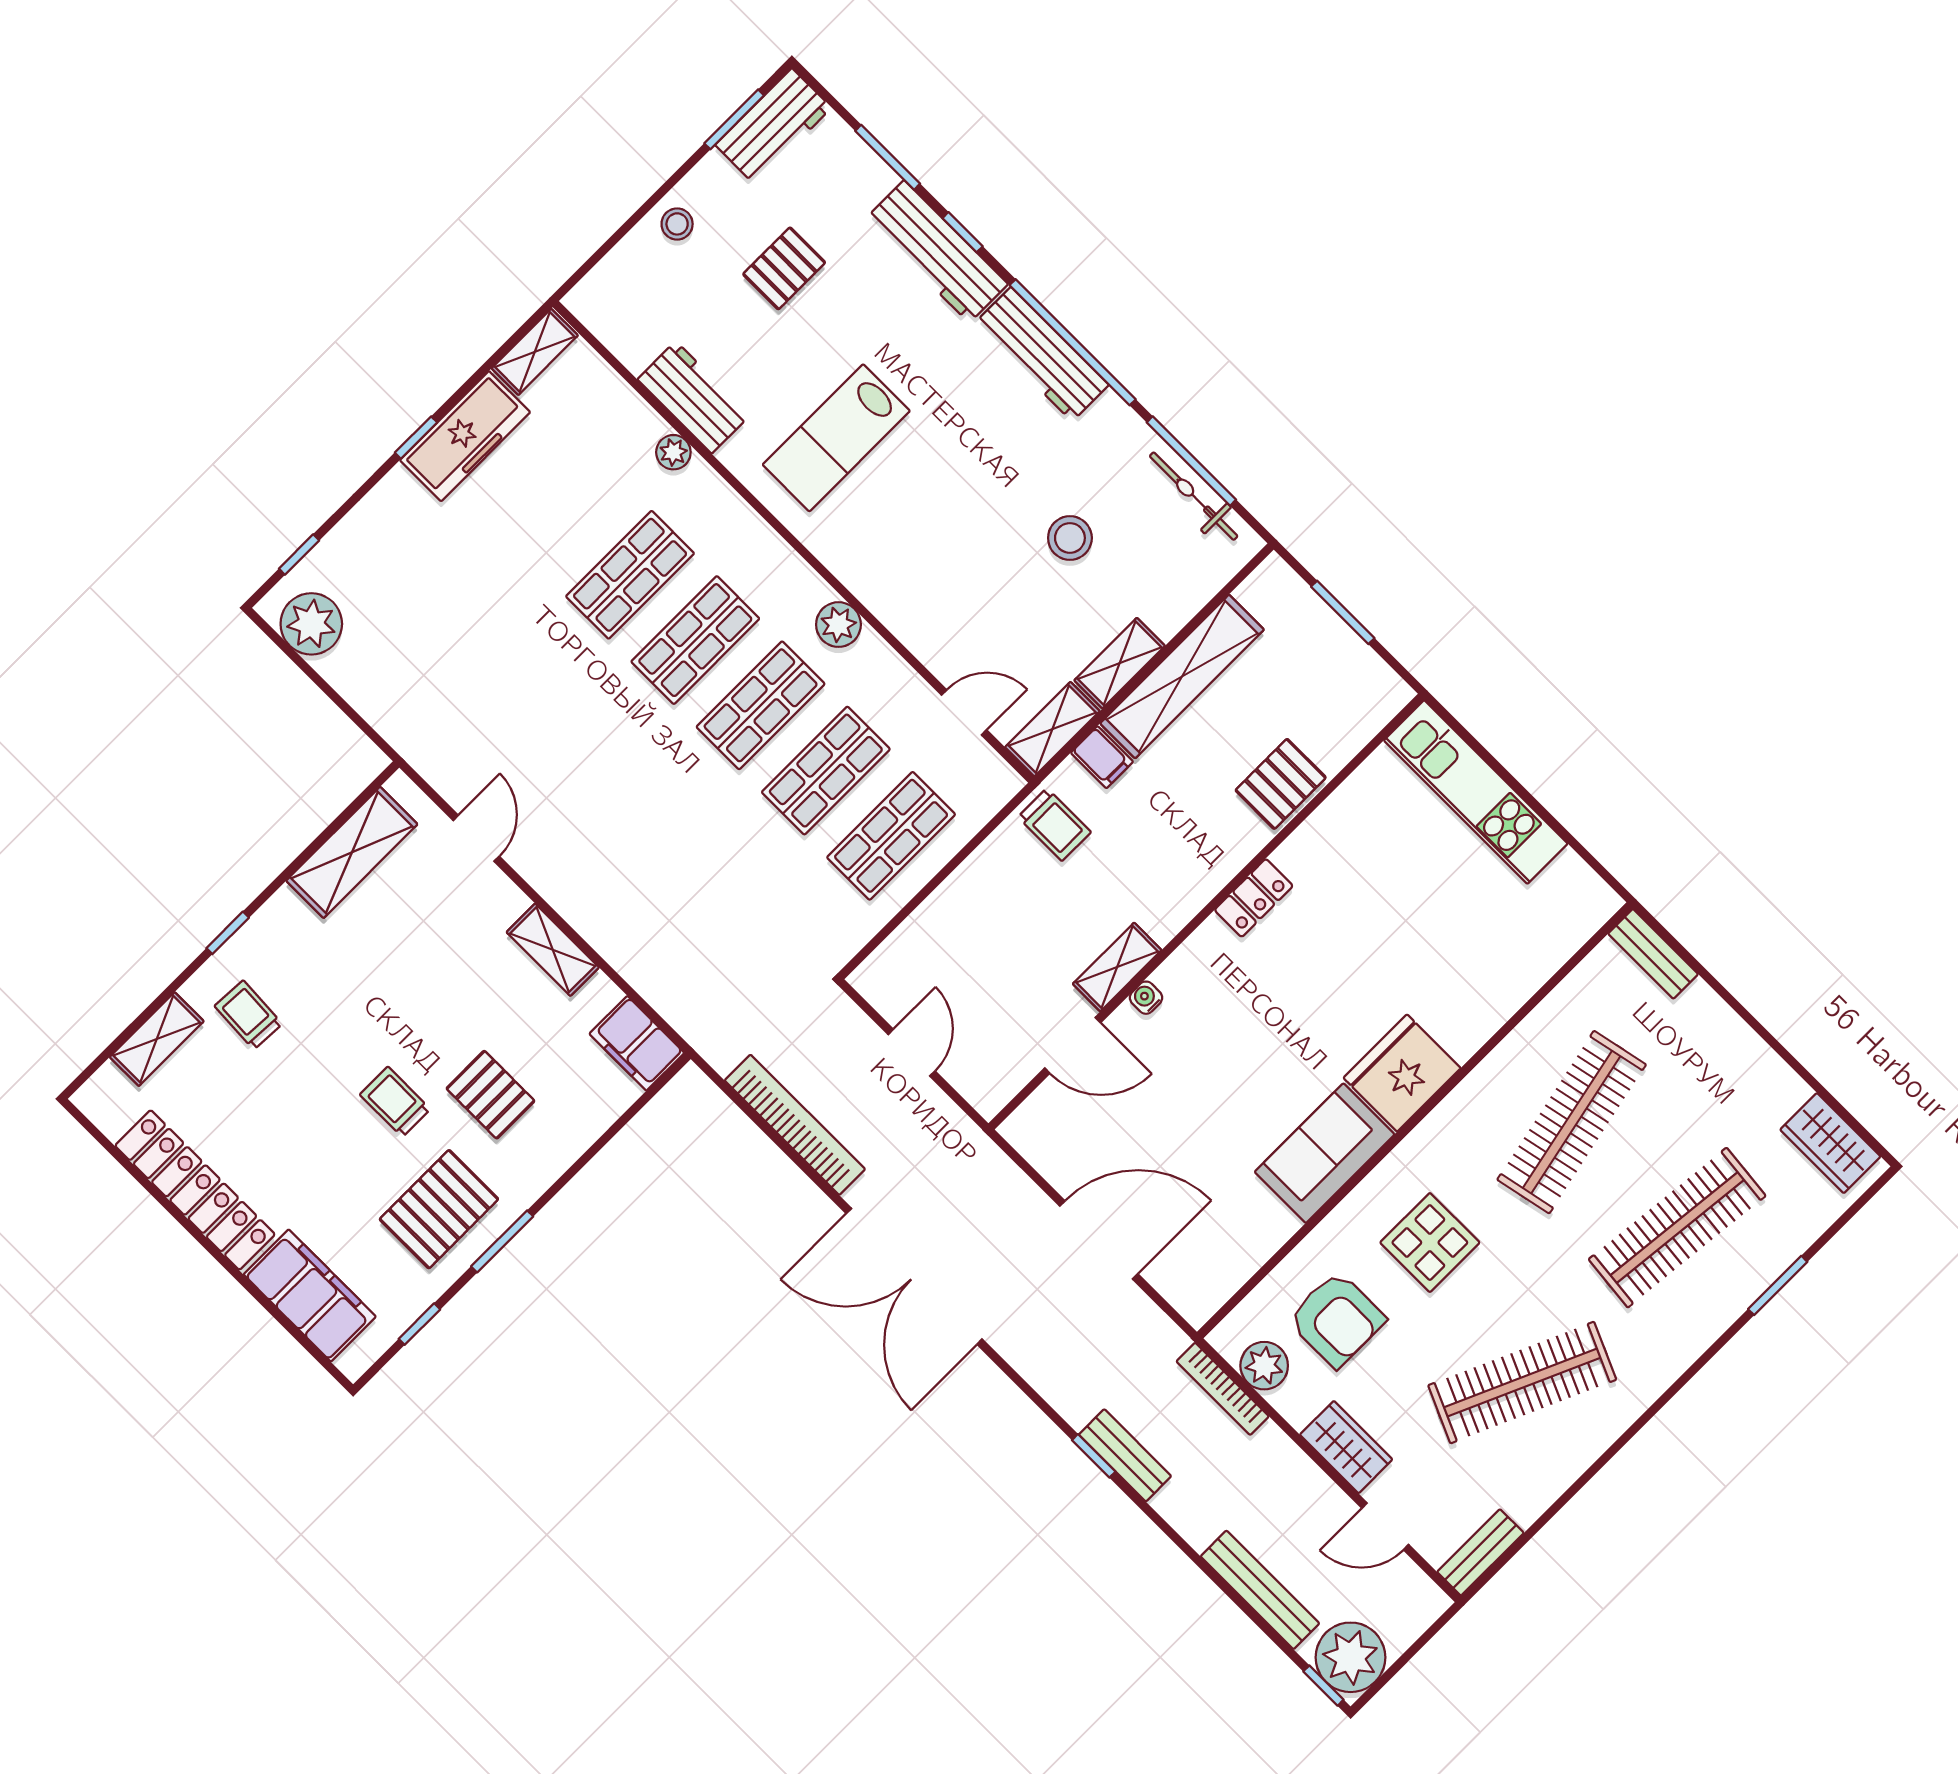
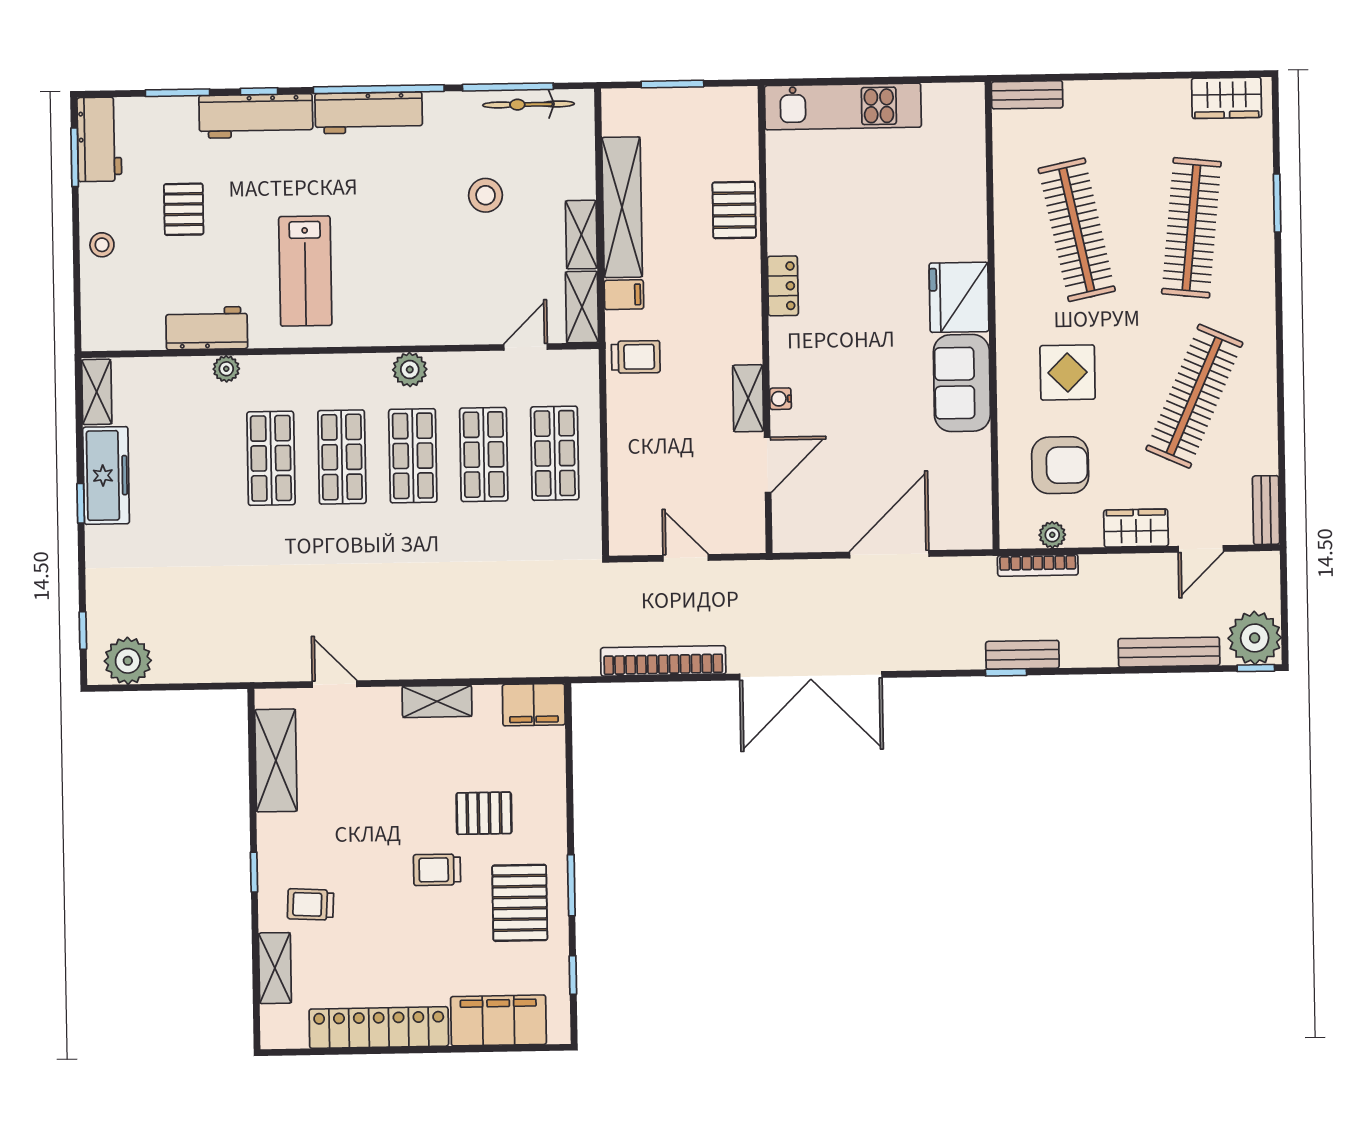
plant: (1264, 1366) -> (1052, 535), width x0.73, depth x0.73

